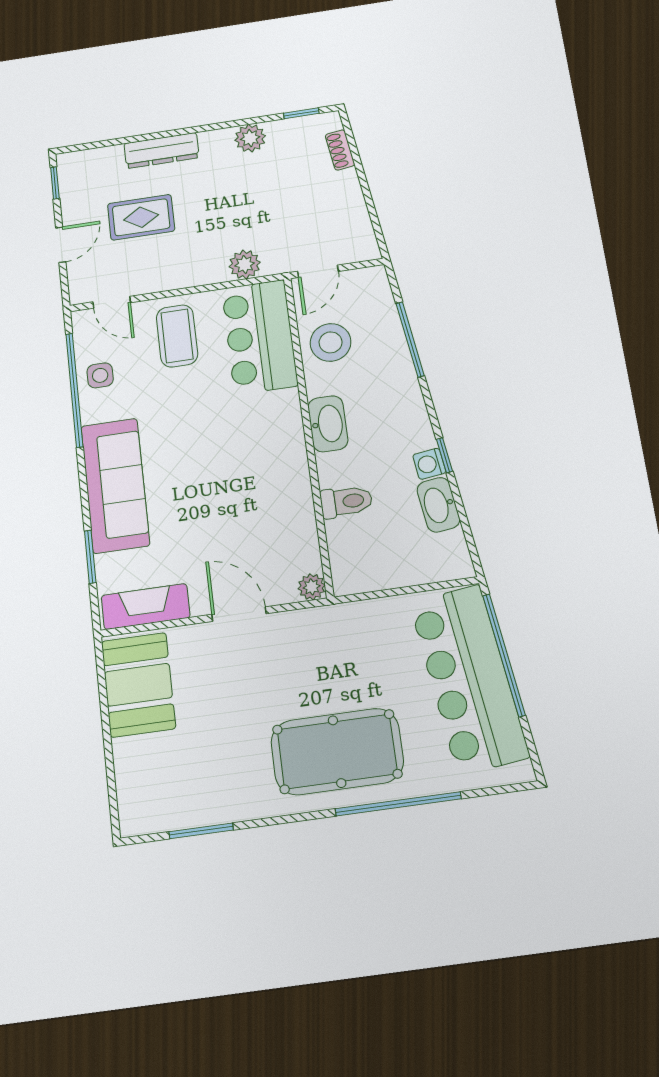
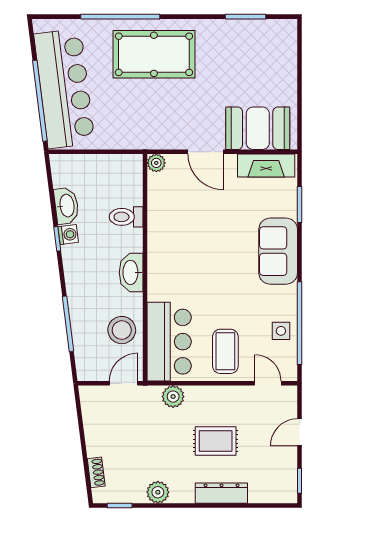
rug: (141, 217) -> (216, 441), moved
sofa: (115, 485) -> (278, 251), width x0.73
booth: (138, 685) -> (258, 128), moved, turned 90

